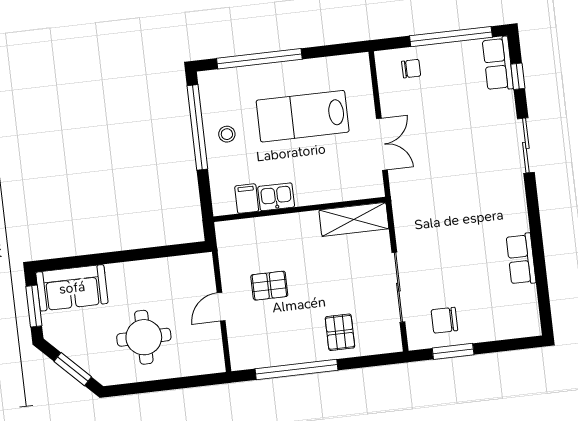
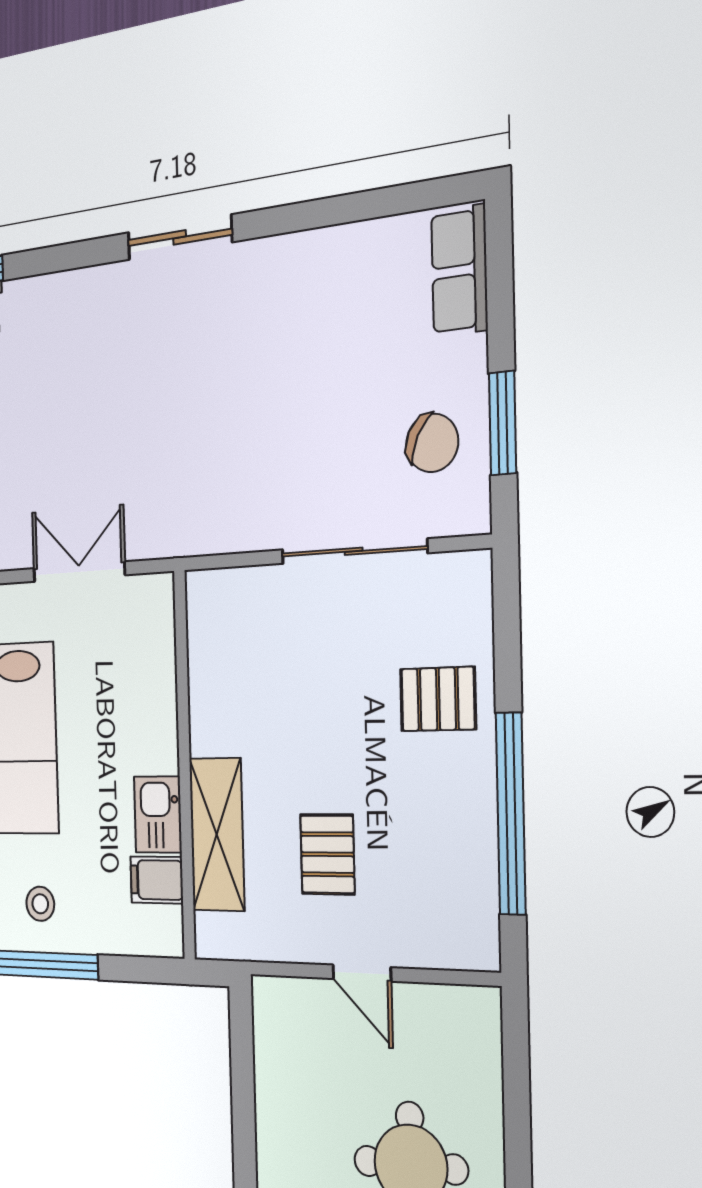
sliding door: (526, 145) -> (180, 237), moved
shelving: (354, 219) -> (217, 834), moved
row of seats: (521, 259) -> (459, 271), moved, turned 90
chair: (444, 320) -> (432, 443), turned -63

